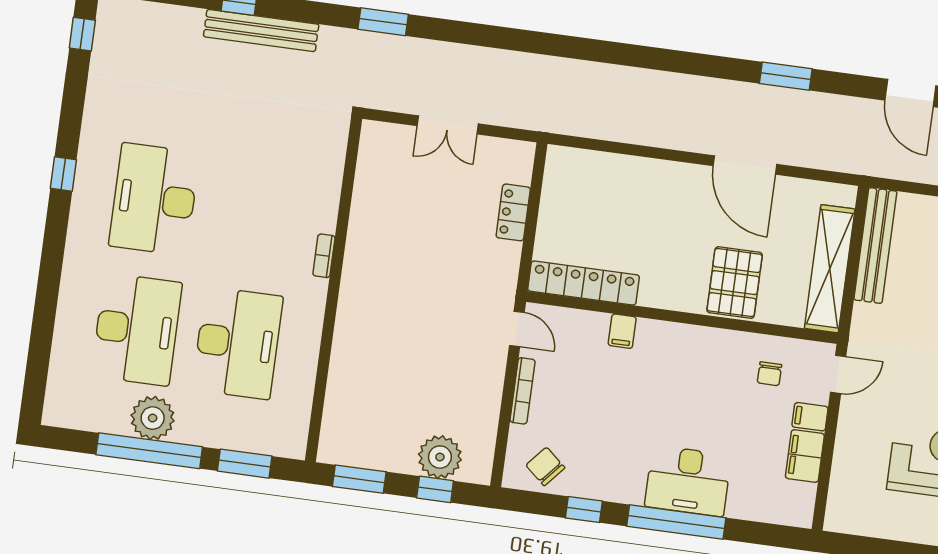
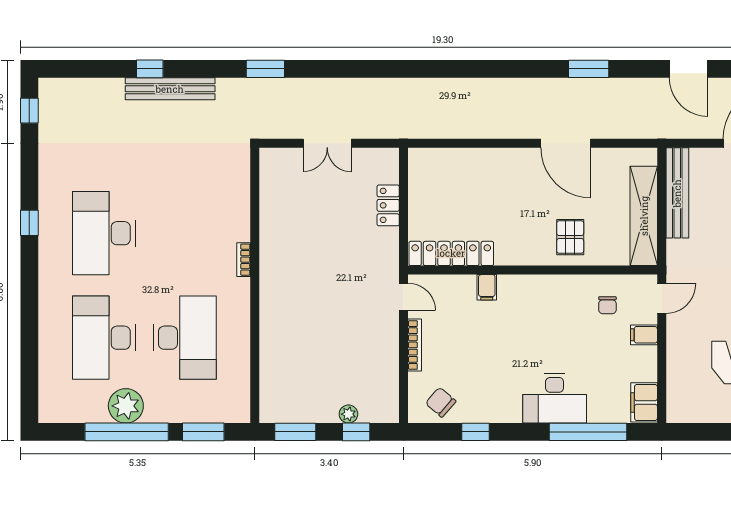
pallet: (735, 283) -> (570, 237), width x0.67, depth x0.71
desk: (137, 329) -> (104, 338), turned 180
filing cabinet: (805, 456) -> (644, 402), moved
plant: (440, 457) -> (348, 414), width x0.53, depth x0.53
window: (676, 522) -> (588, 432), moved

